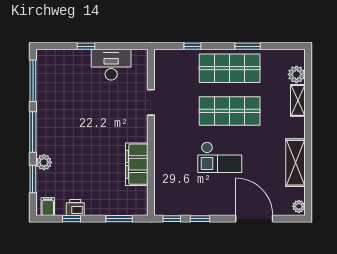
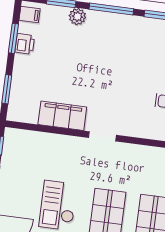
doorway: (151, 102) -> (102, 136), moved
window: (72, 219) -> (13, 38), width x1.50

